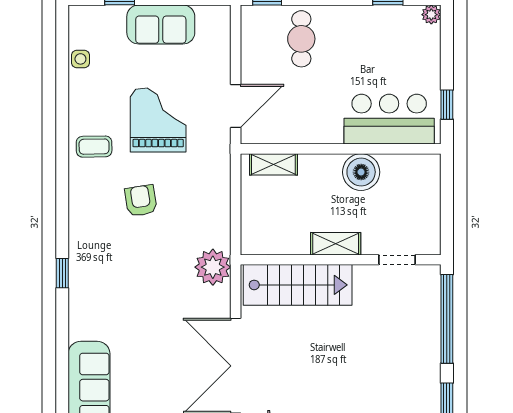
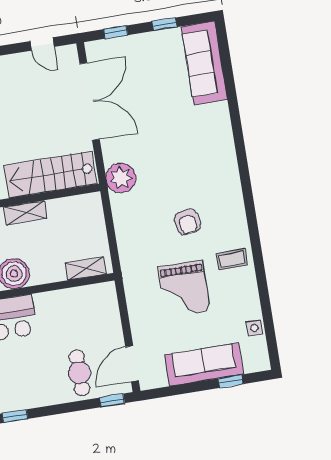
sofa: (161, 25) -> (204, 364), width x1.36
door: (236, 106) -> (132, 364), moved
window: (62, 273) -> (241, 153), removed

